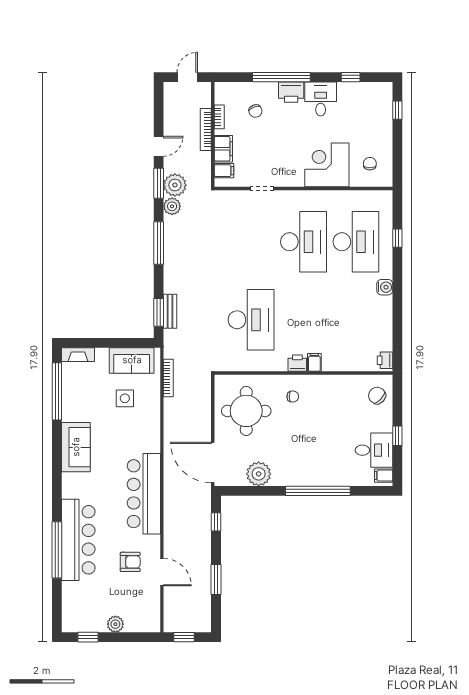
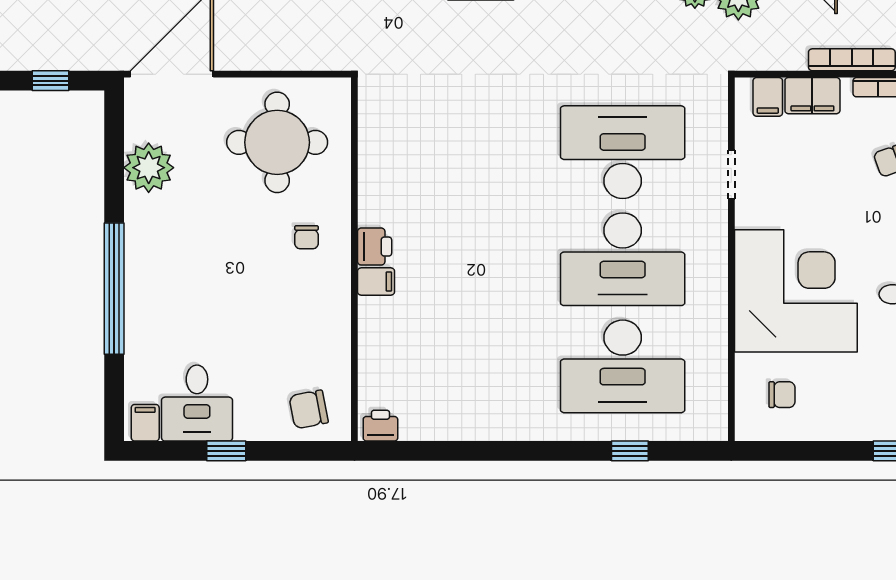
corner desk: (327, 165) -> (796, 291), width x1.36, depth x1.36
water cooler: (385, 287) -> (530, 425), removed
desk: (251, 320) -> (623, 152), moved, turned 180
chair: (377, 395) -> (309, 409), turned -145

